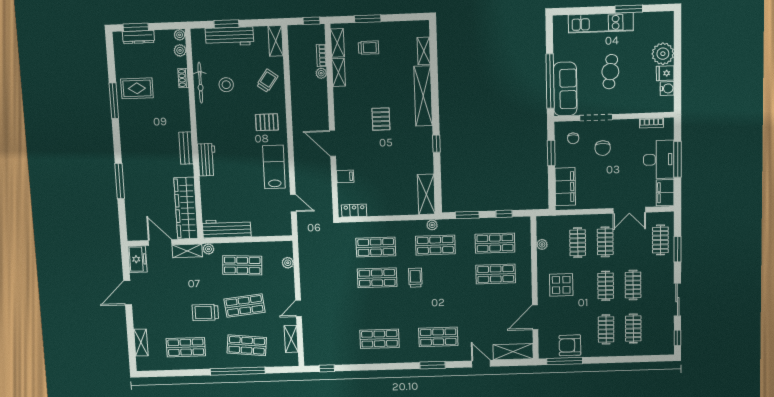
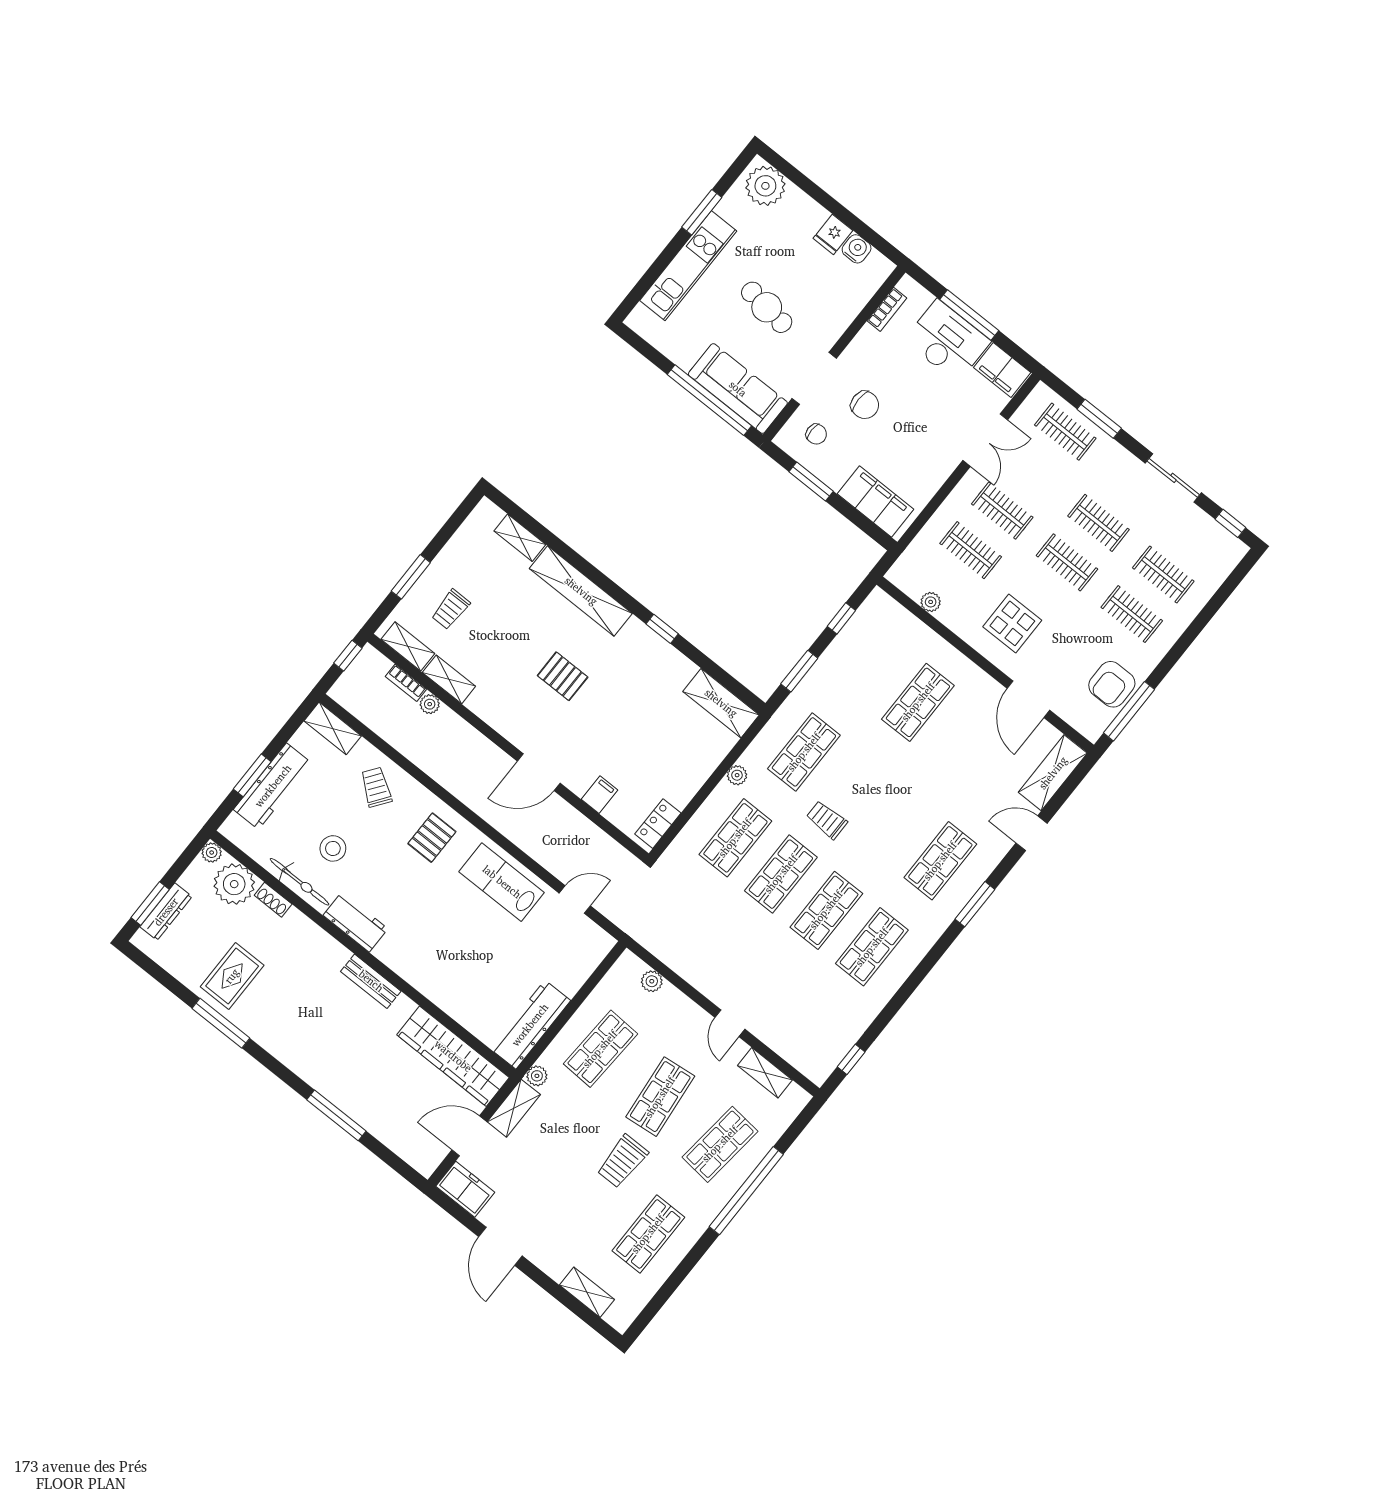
trolley: (368, 48) -> (451, 609), turned 180
plant: (180, 50) -> (234, 884), width x1.88, depth x1.88
plant: (663, 54) -> (765, 186), moved
workbench: (207, 160) -> (355, 922), moved
plant: (432, 225) -> (737, 775), moved
shop shelf: (495, 243) -> (826, 910), moved

